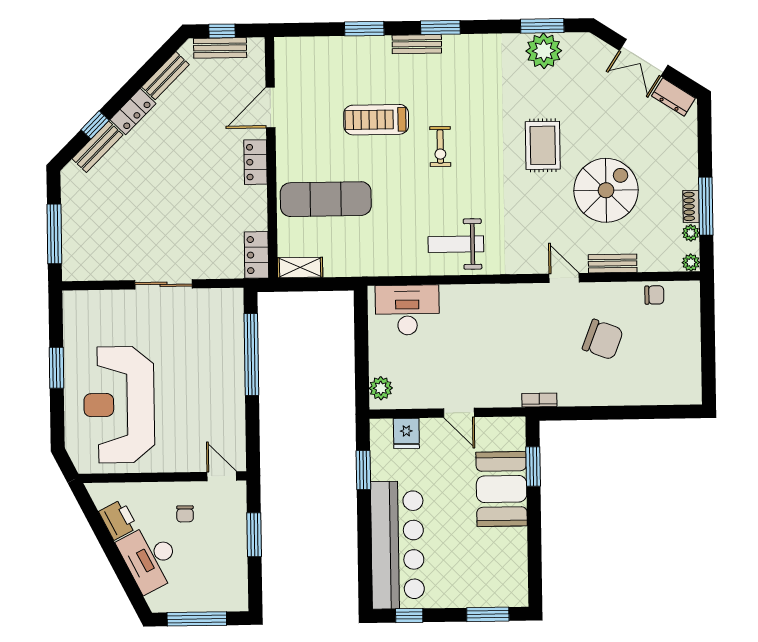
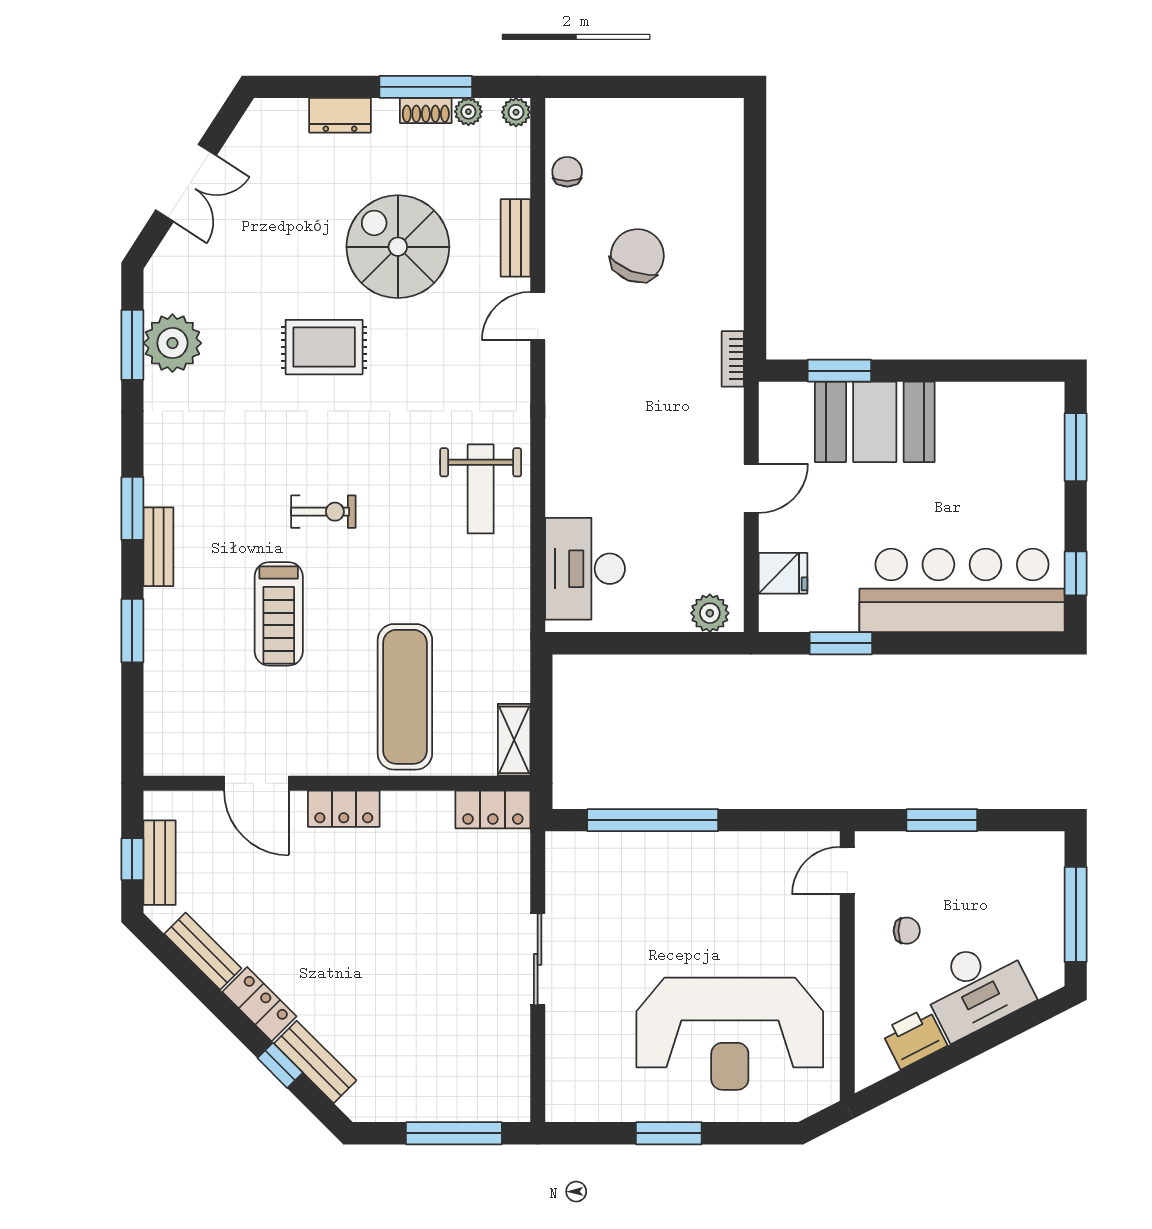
dresser: (673, 97) -> (340, 115), moved, turned 57

